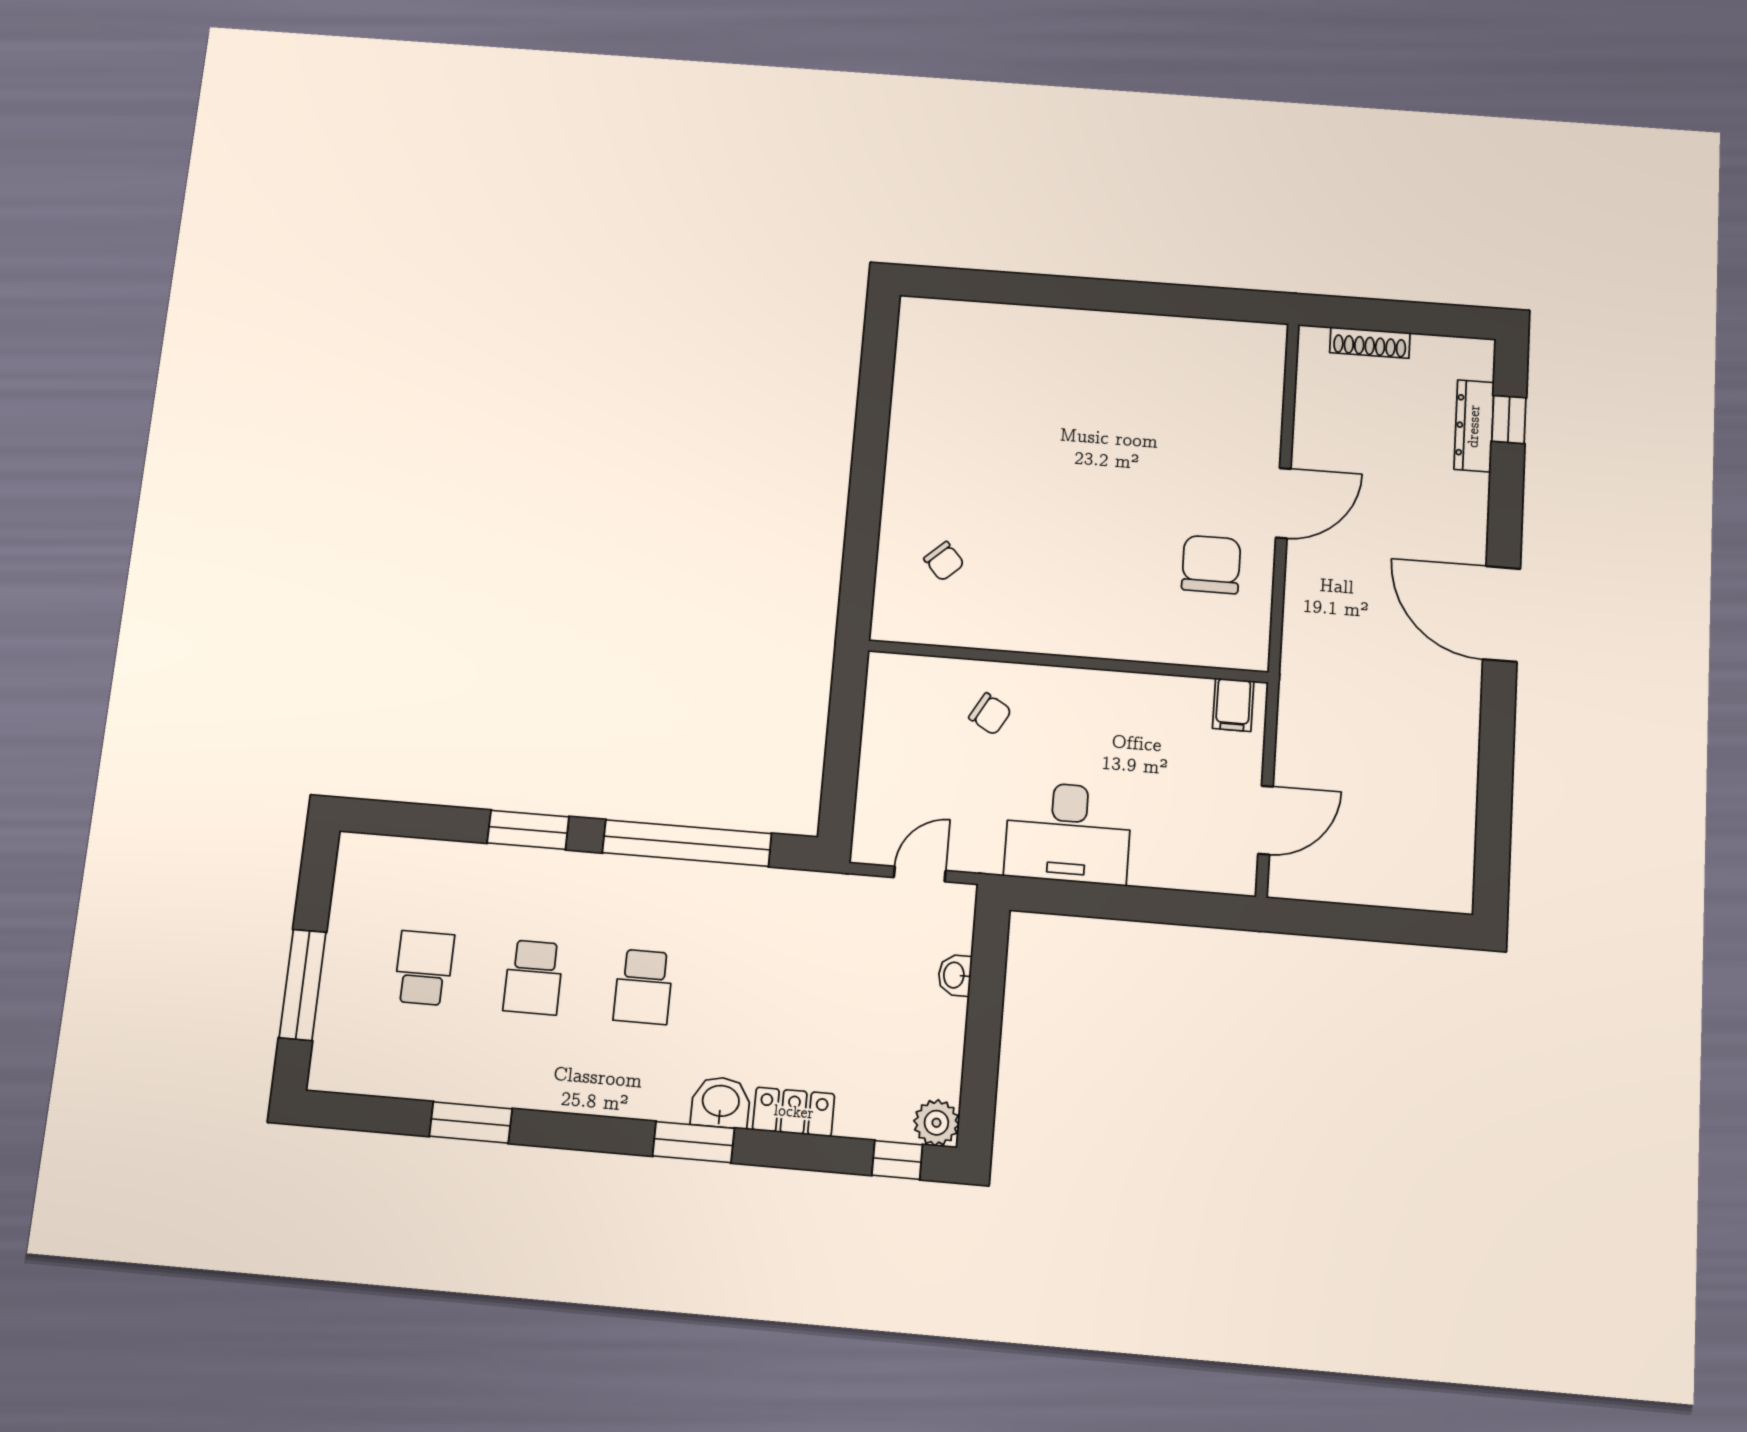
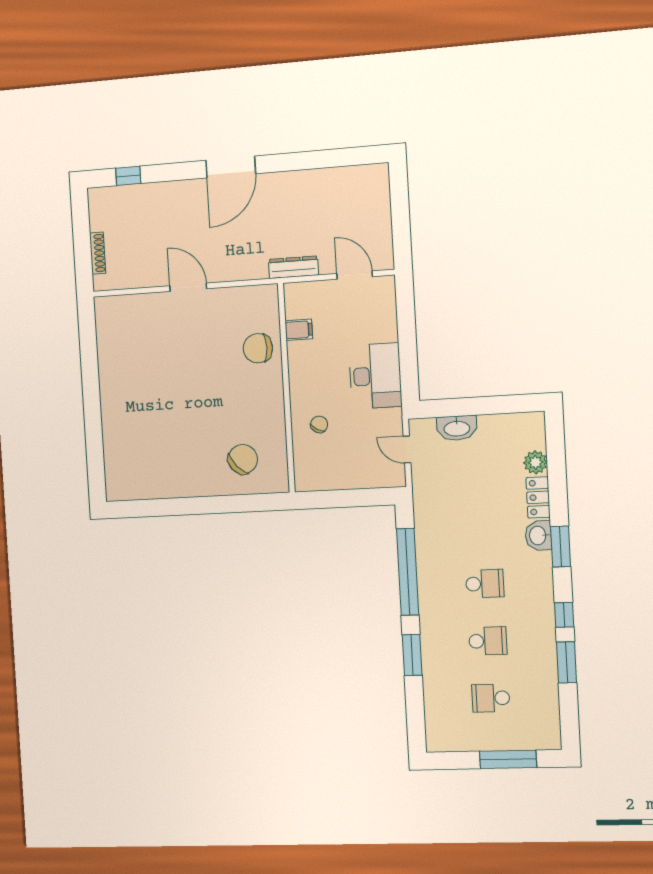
dresser: (1474, 426) -> (293, 267), moved, turned 180
chair: (944, 561) -> (243, 459), width x1.87, depth x1.87
chair: (1211, 564) -> (258, 348), moved
filing cabinet: (1233, 705) -> (299, 330), moved
washbasin: (955, 975) -> (457, 428), width x1.91, depth x1.45
plant: (936, 1123) -> (535, 462), moved
window: (897, 1160) -> (564, 615), moved

